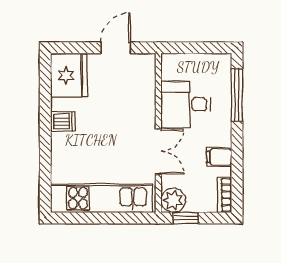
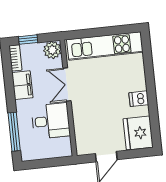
filing cabinet: (219, 157) -> (22, 85), width x2.00
window: (186, 218) -> (28, 40), moved

